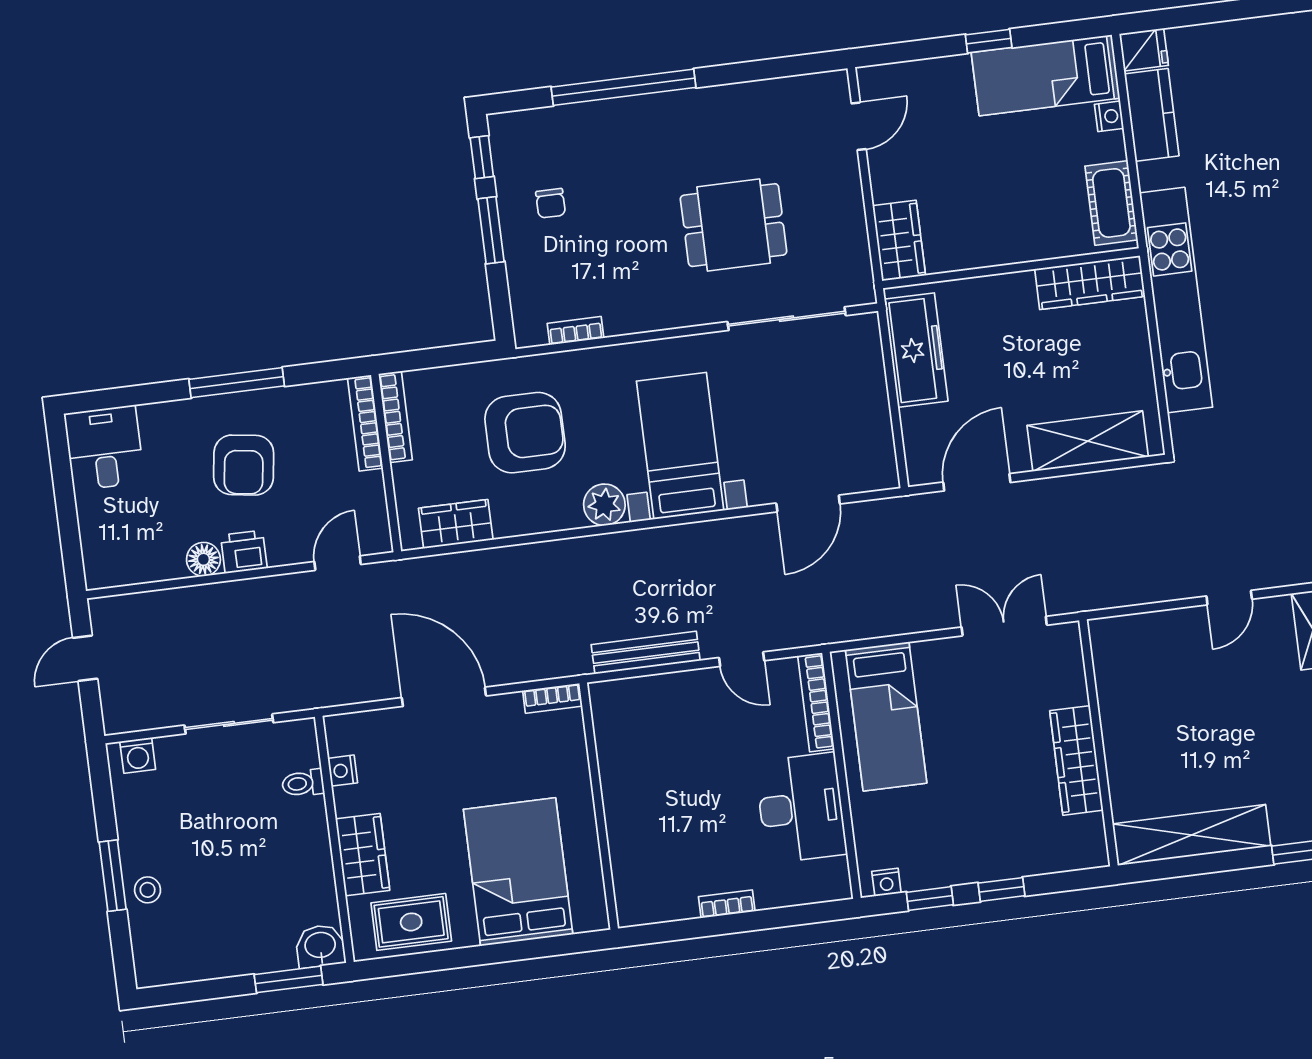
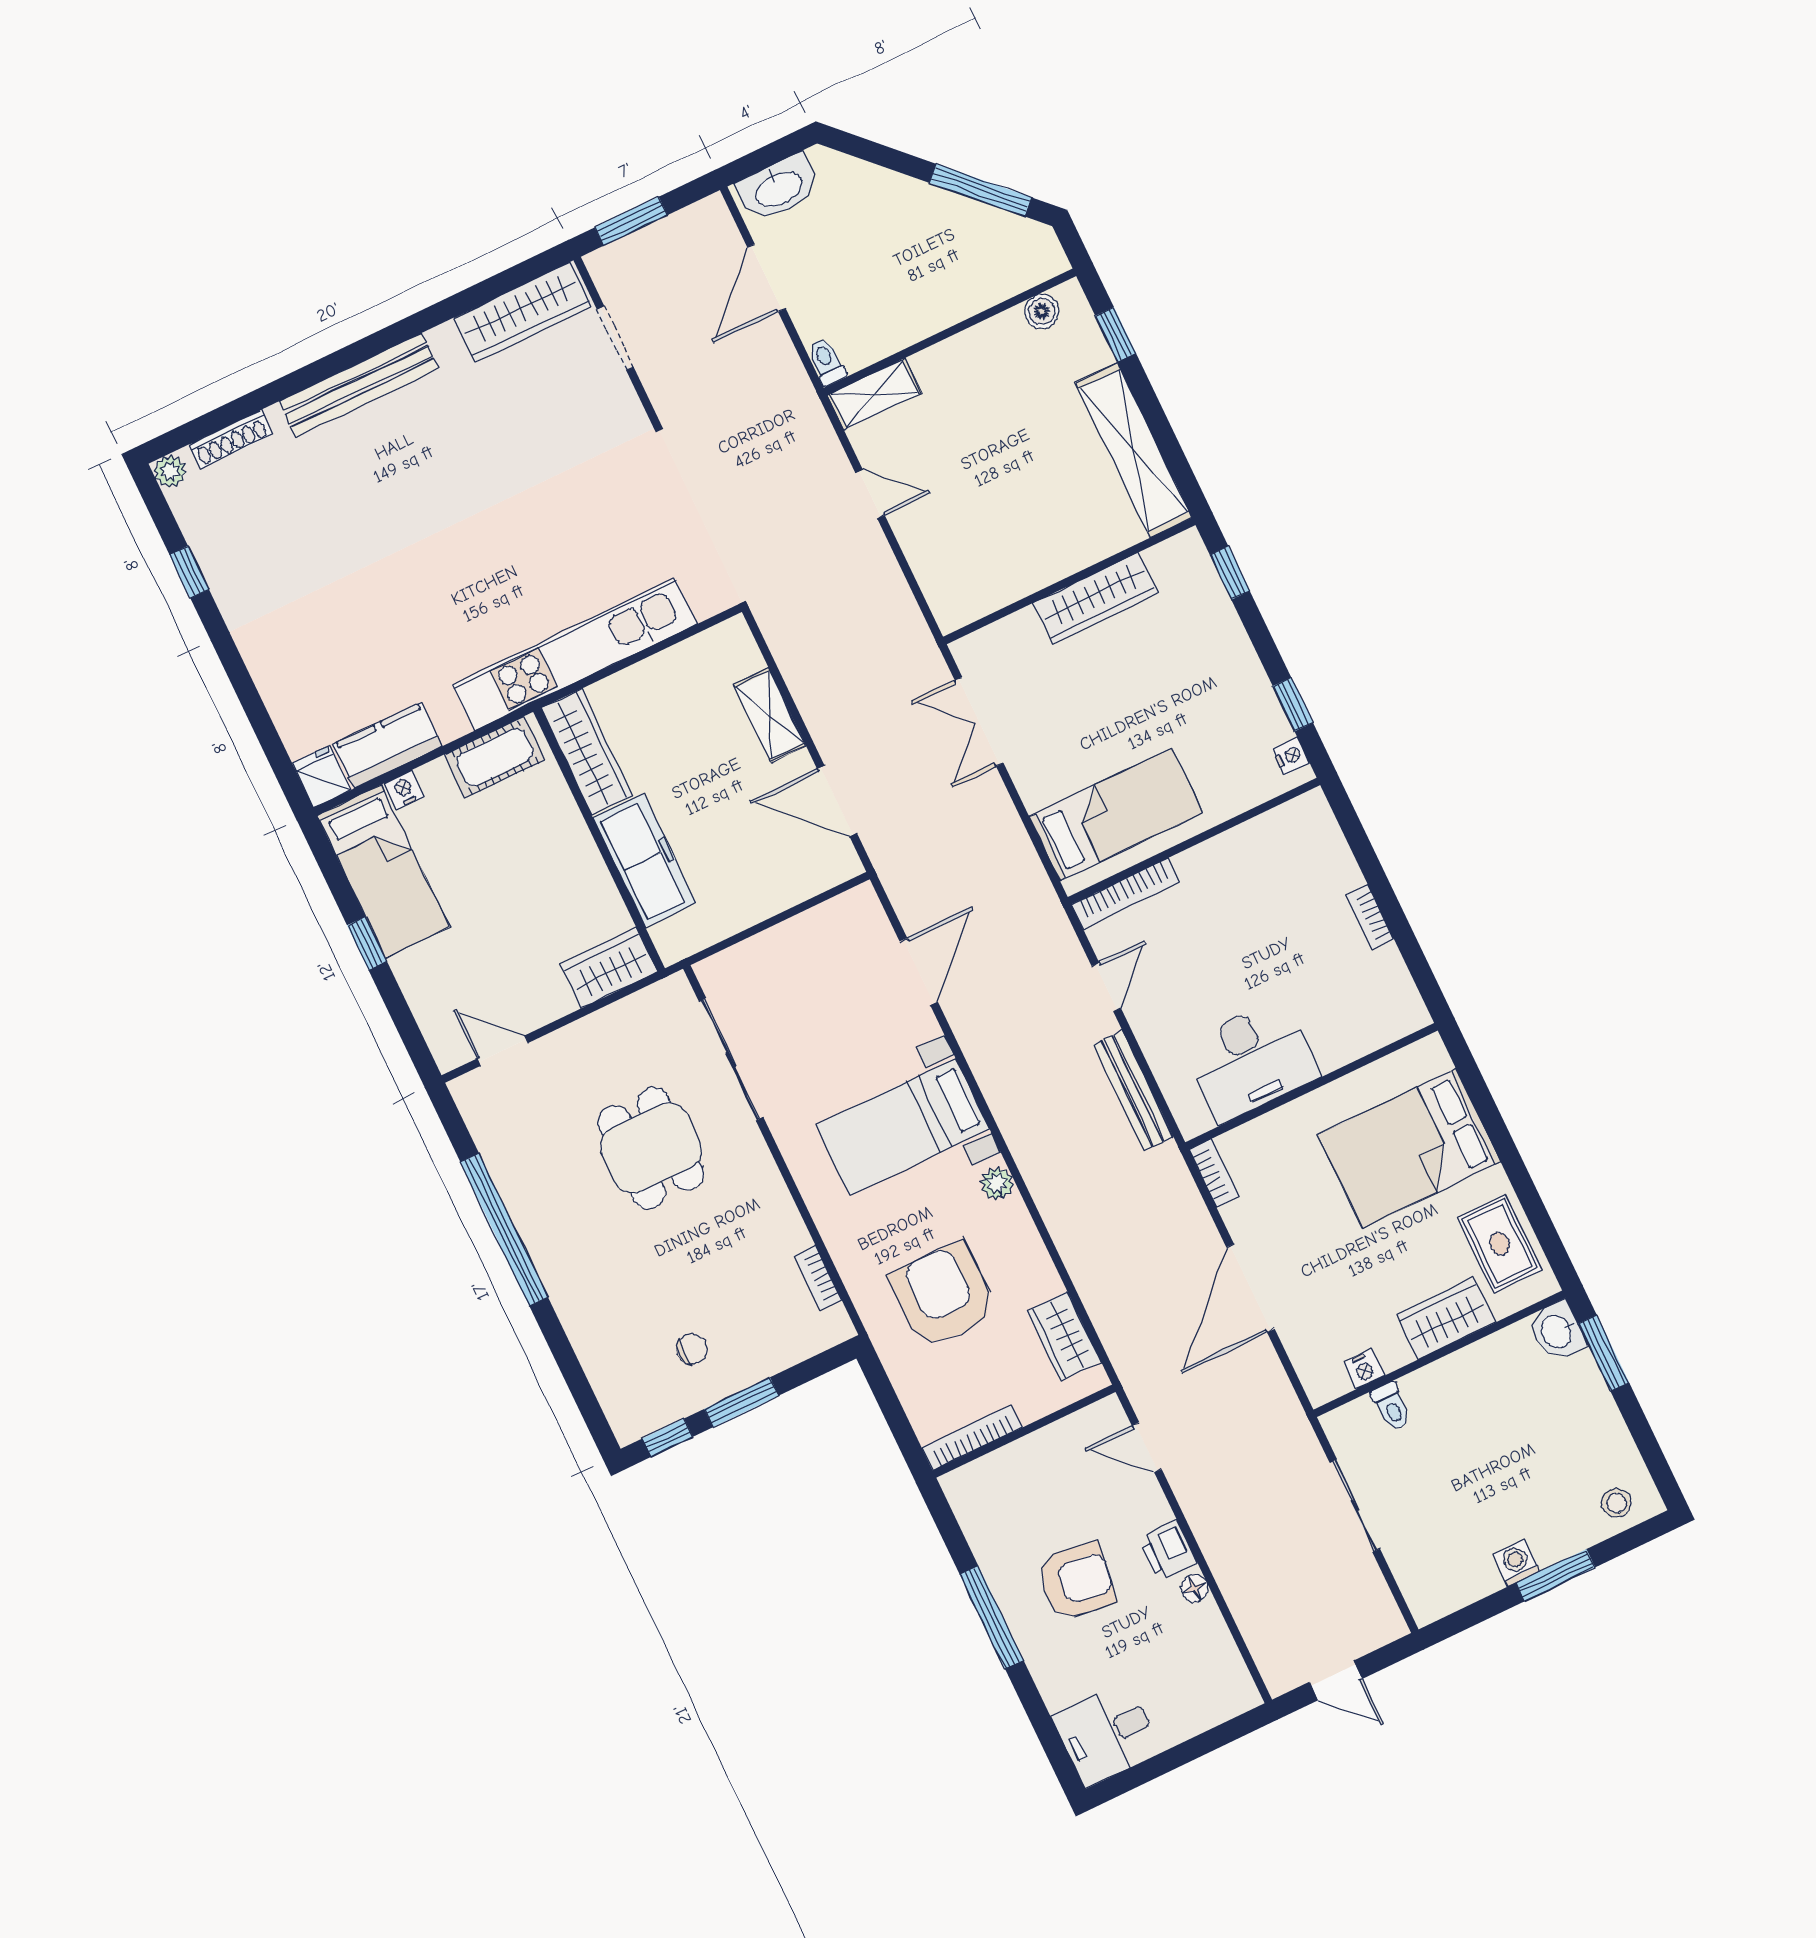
window: (624, 87) -> (504, 1229), moved
freezer: (916, 350) -> (644, 860), moved, turned 90
bookcase: (365, 423) -> (989, 1467), removed
shelving: (1088, 441) -> (770, 715), width x0.67, depth x0.75
door: (808, 504) -> (919, 972), hinge flipped
plant: (604, 505) -> (997, 1183), width x0.73, depth x0.73
floor lamp: (203, 559) -> (1194, 1588), width x0.73, depth x0.73
washing machine: (138, 755) -> (1517, 1563), moved, turned -90
desk: (801, 808) -> (1251, 1061), moved, turned 180
window: (1001, 889) -> (1230, 573), moved
stool: (148, 890) -> (1616, 1503), moved

